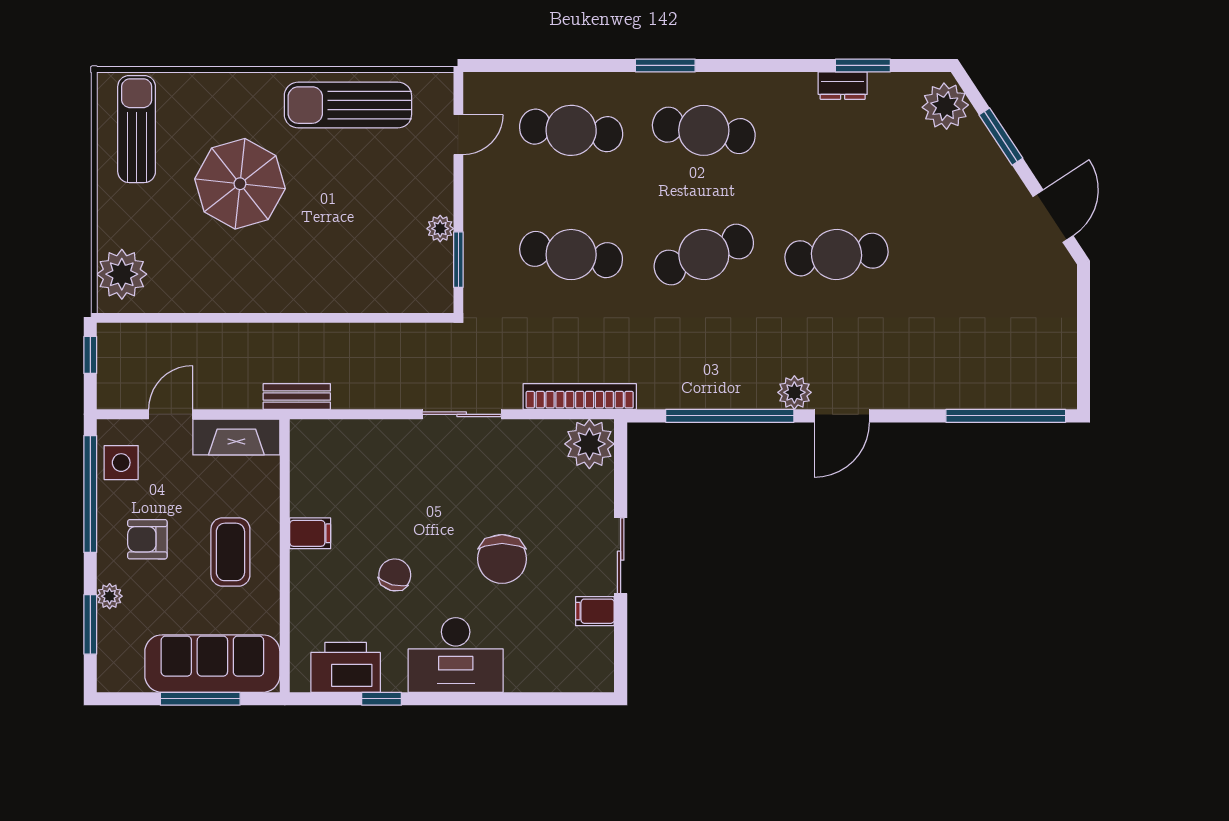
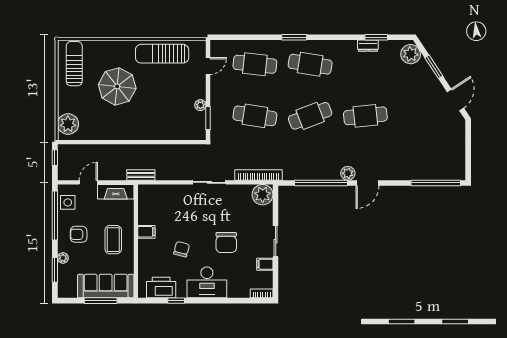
bookcase: (587, 681) -> (262, 293), added

